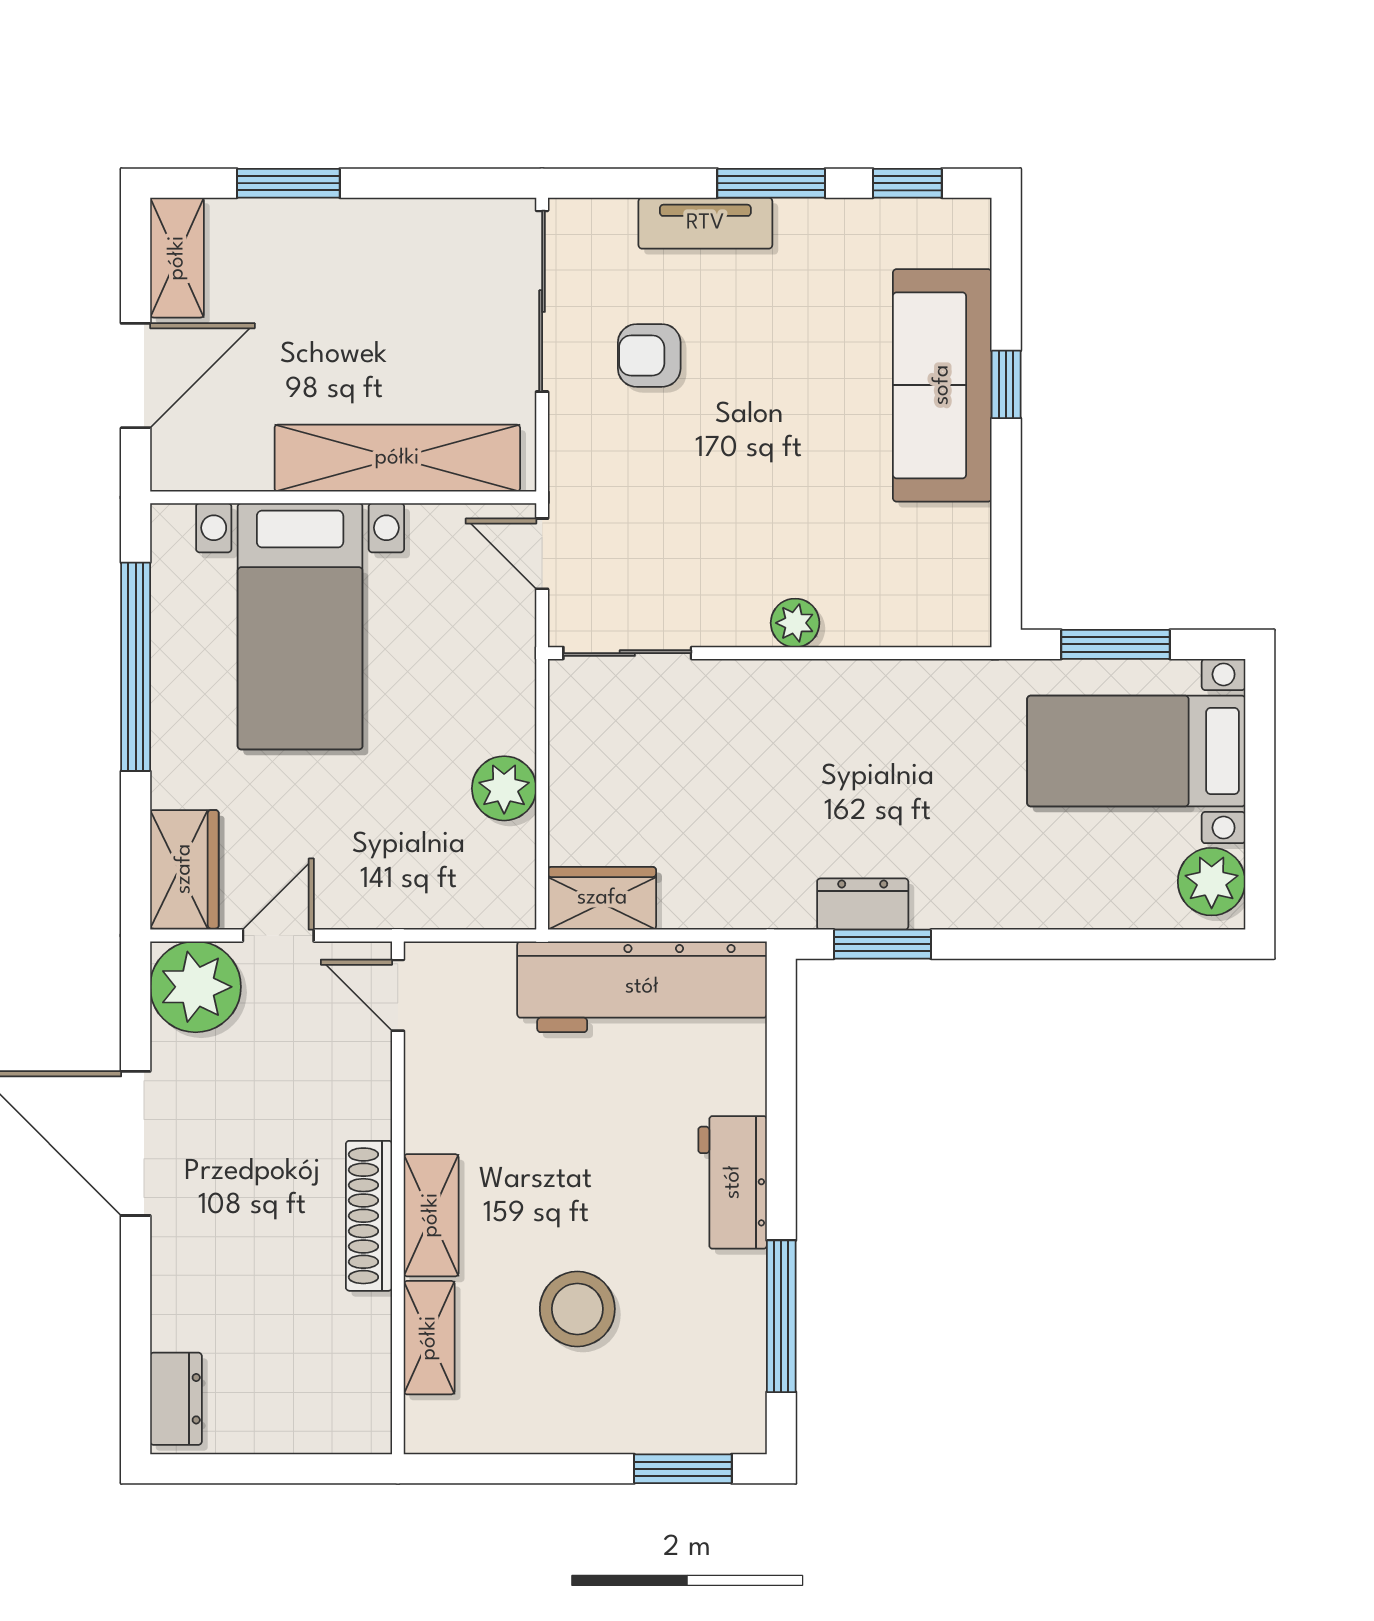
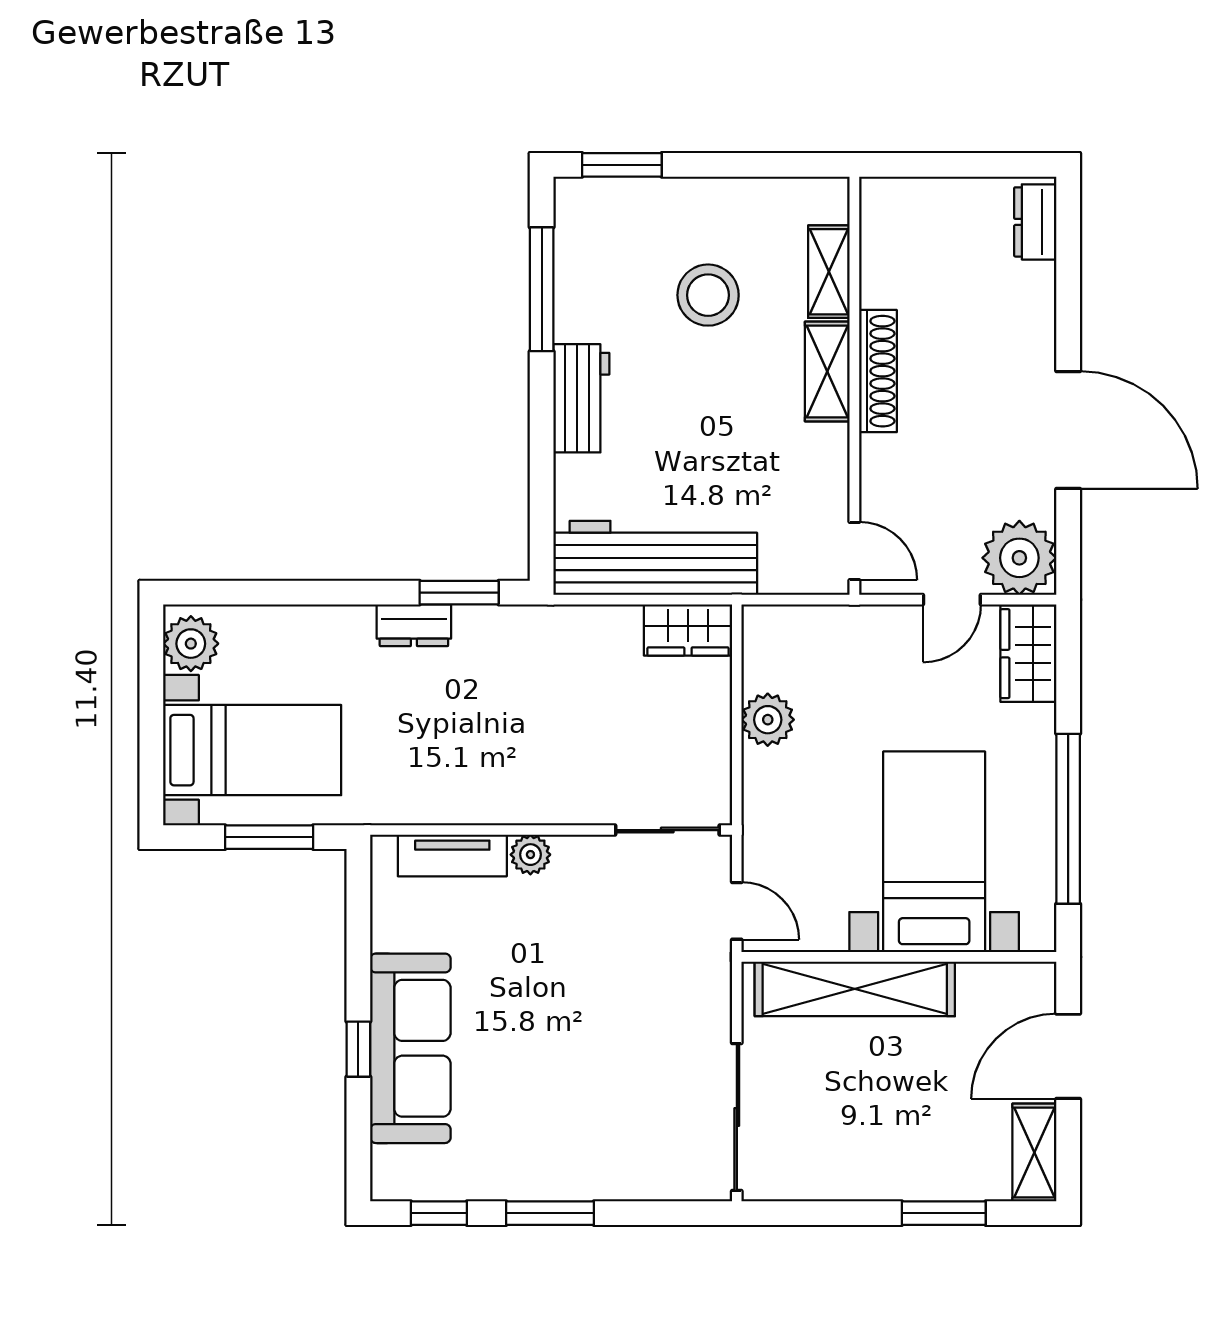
tv unit: (705, 223) -> (452, 856), moved, turned 180
armchair: (649, 355) -> (649, 1073), removed
dresser: (863, 904) -> (414, 625), moved

